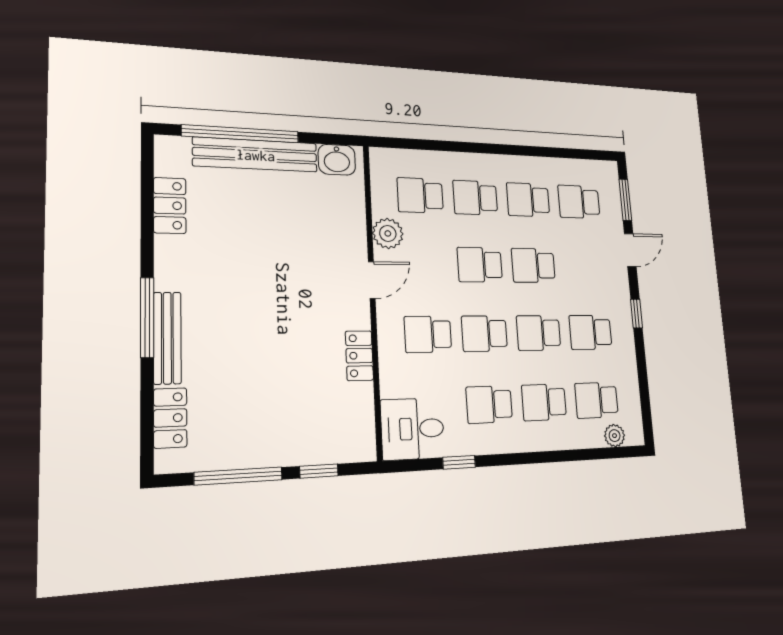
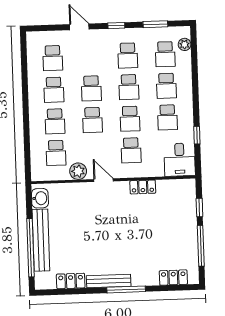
window: (625, 200) -> (155, 24), moved
bench: (167, 338) -> (109, 281), moved

